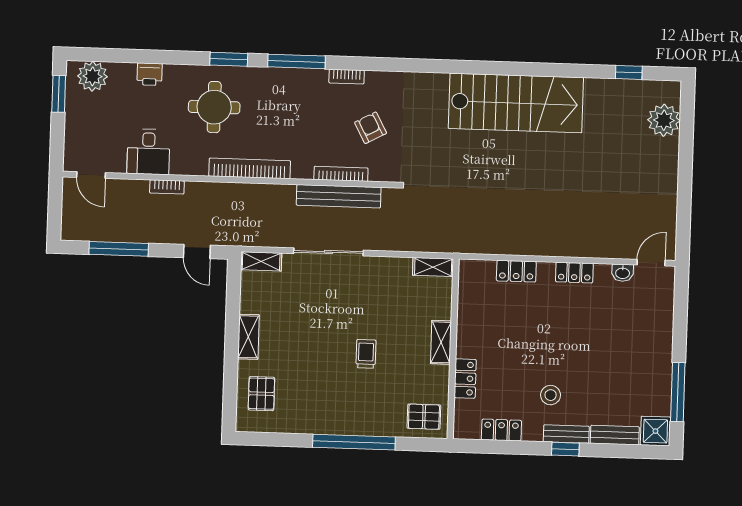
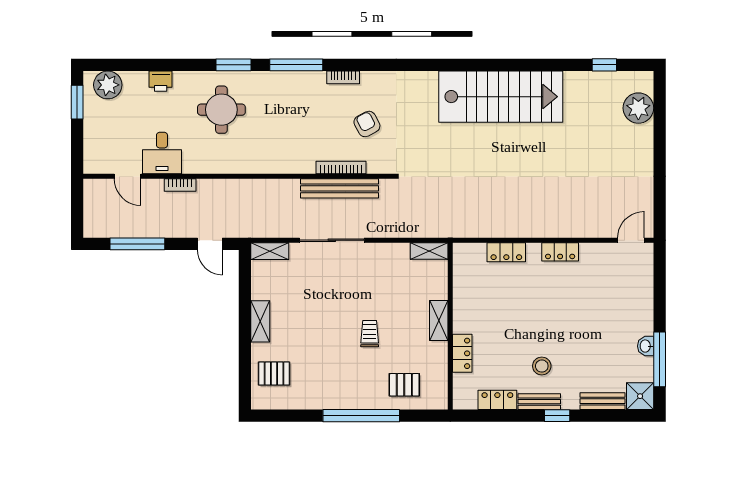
bookcase: (250, 168) -> (256, 165), removed
door: (91, 175) -> (128, 176), moved
washbasin: (623, 273) -> (646, 346), moved, turned 90
pallet: (261, 394) -> (274, 374), turned 90
pallet: (424, 417) -> (404, 385), moved
bench: (566, 434) -> (539, 402), moved

